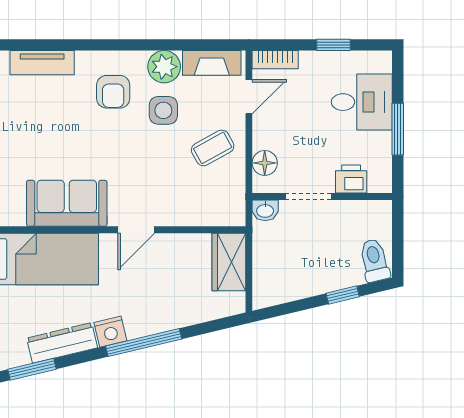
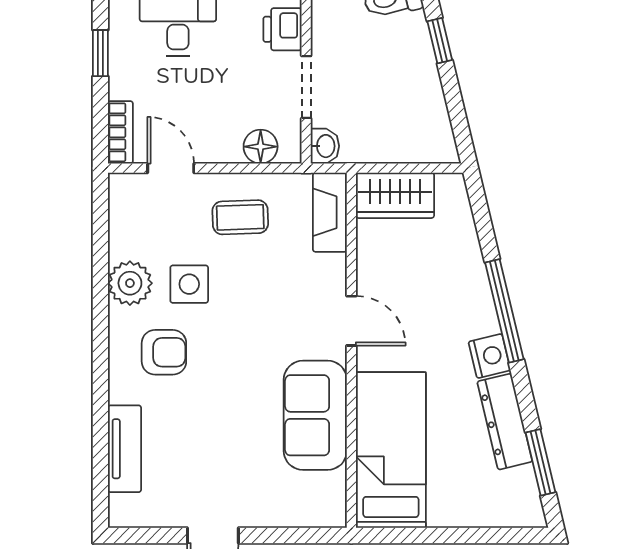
fireplace: (212, 63) -> (330, 212), moved, turned 180
coffee table: (213, 148) -> (240, 217), turned -63

